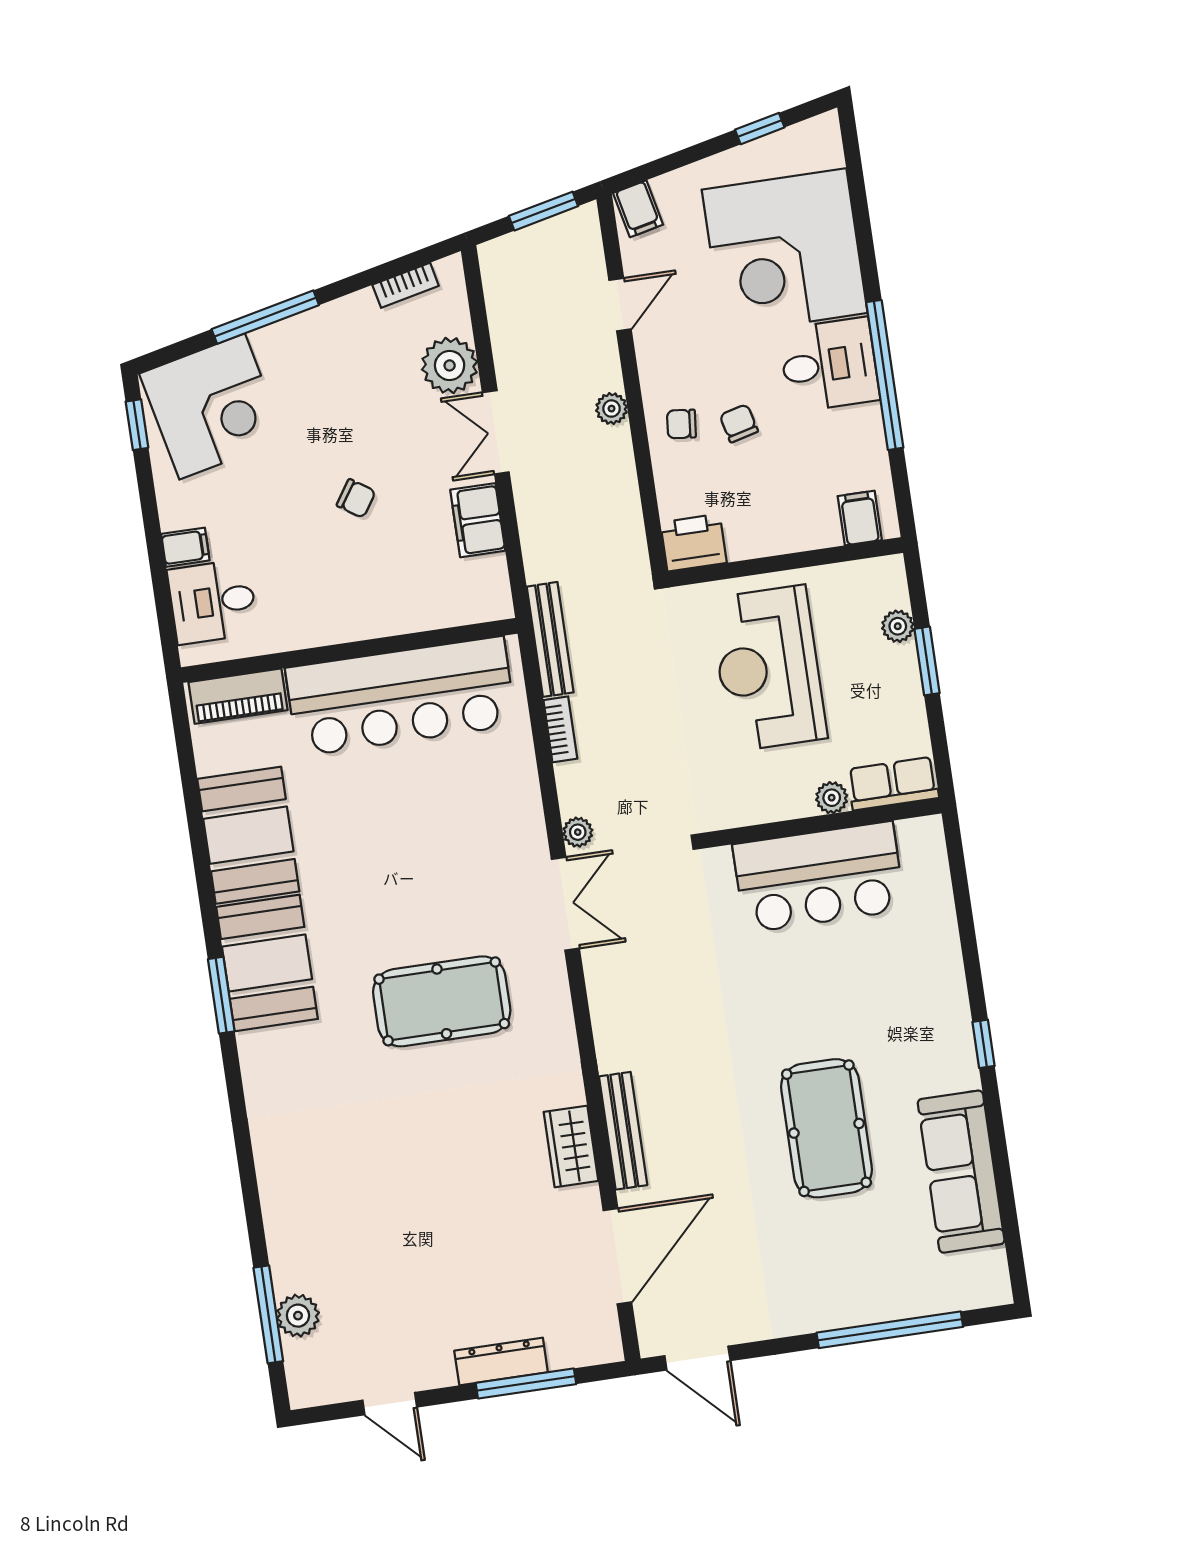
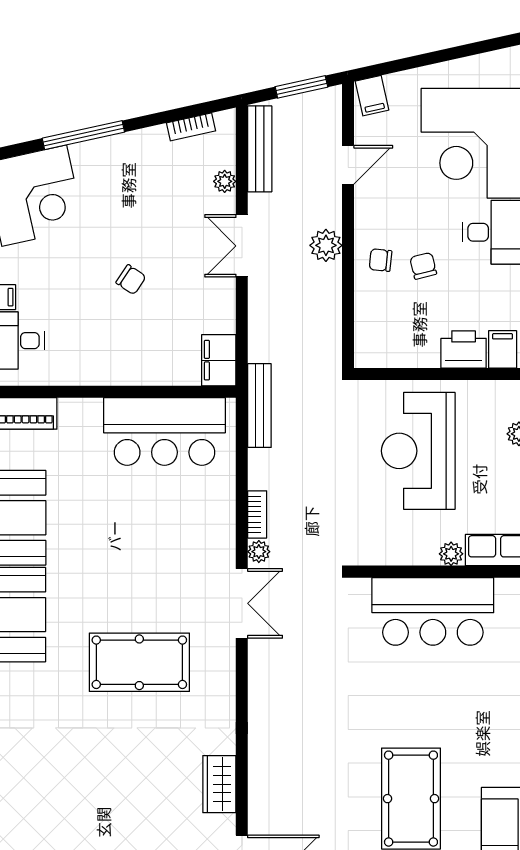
window: (760, 129) -> (471, 49), removed
plant: (450, 365) -> (225, 181), width x0.53, depth x0.53
plant: (612, 409) -> (326, 245), width x1.38, depth x1.38
filing cabinet: (478, 520) -> (219, 360), moved
printer: (694, 543) -> (464, 349), moved
bar counter: (401, 696) -> (164, 431), width x0.73
bookcase: (560, 729) -> (257, 514), moved
bench: (623, 1131) -> (260, 149), moved

